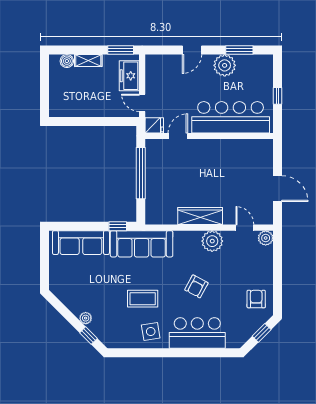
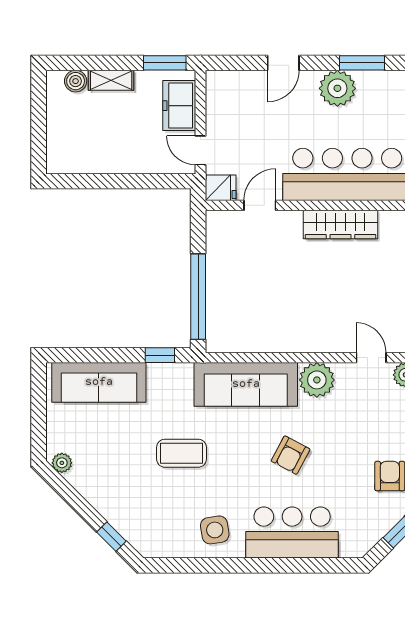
window: (141, 173) -> (198, 297), moved
wardrobe: (200, 216) -> (340, 225), moved, turned 180
sofa: (142, 244) -> (246, 384), moved
coffee table: (143, 299) -> (181, 453), moved
plant: (86, 318) -> (62, 463), moved

